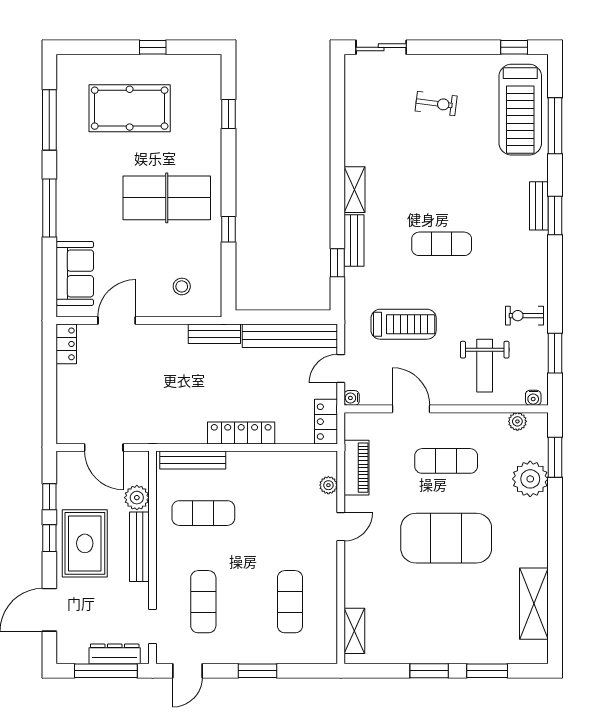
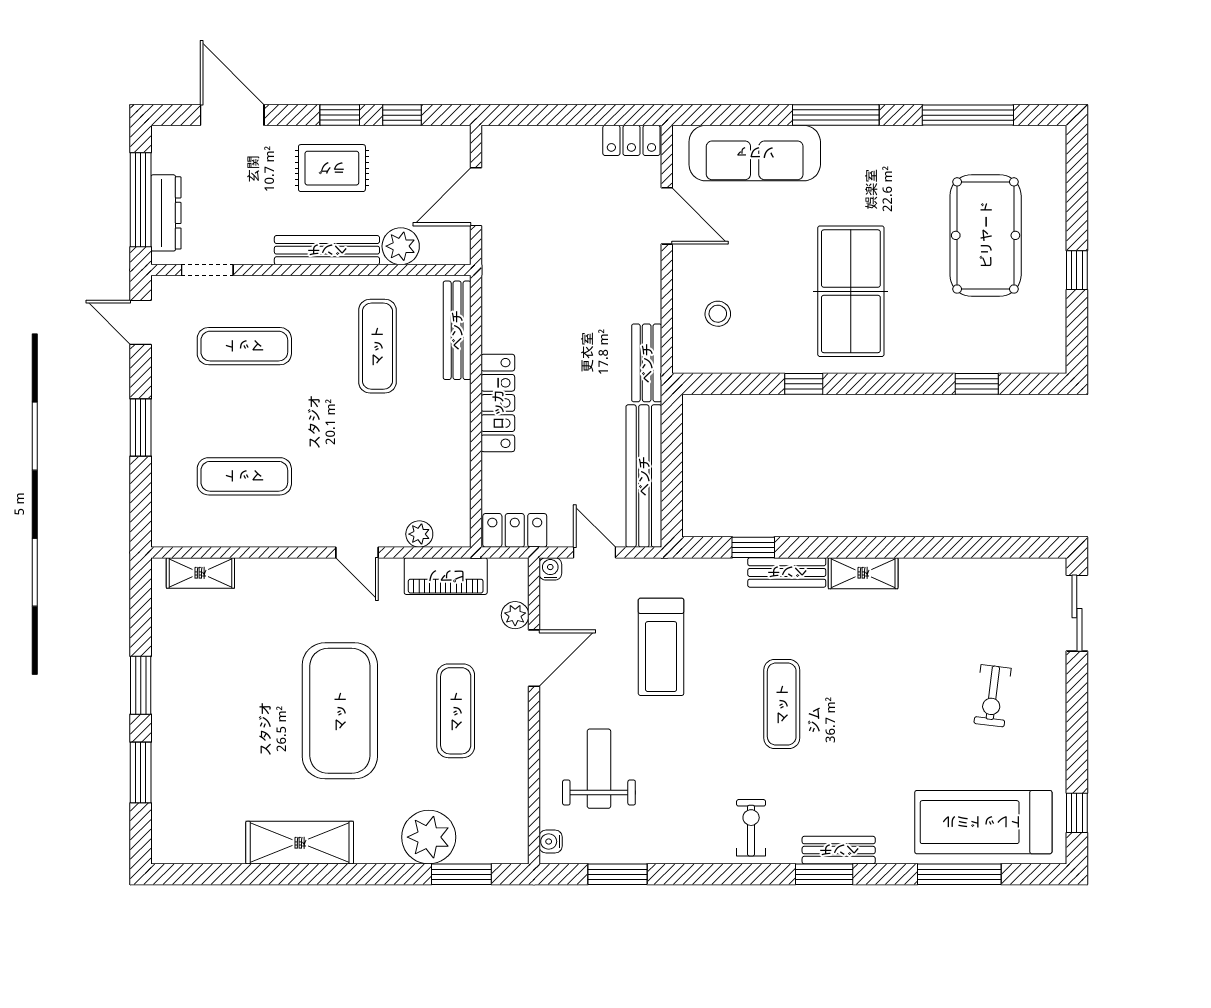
sofa: (75, 273) -> (755, 153), width x1.36
exercise bike: (524, 316) -> (751, 828), moved
weight bench: (485, 366) -> (599, 769), turned 90
plant: (517, 421) -> (515, 615), moved
rug: (85, 543) -> (332, 168), width x0.73, depth x0.70
shelving: (534, 604) -> (300, 843), moved

